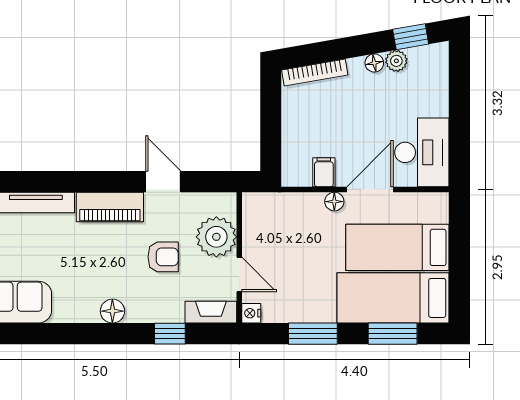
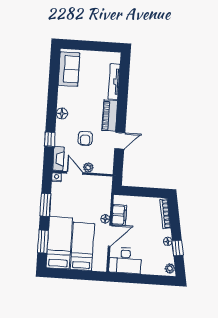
window: (411, 37) -> (178, 248), moved
plant: (396, 61) -> (170, 268), moved
filing cabinet: (324, 172) -> (119, 215), width x2.00
door: (370, 189) -> (110, 236), hinge flipped
plant: (216, 237) -> (88, 168), width x0.53, depth x0.53
door: (239, 275) -> (75, 173), swing flipped

